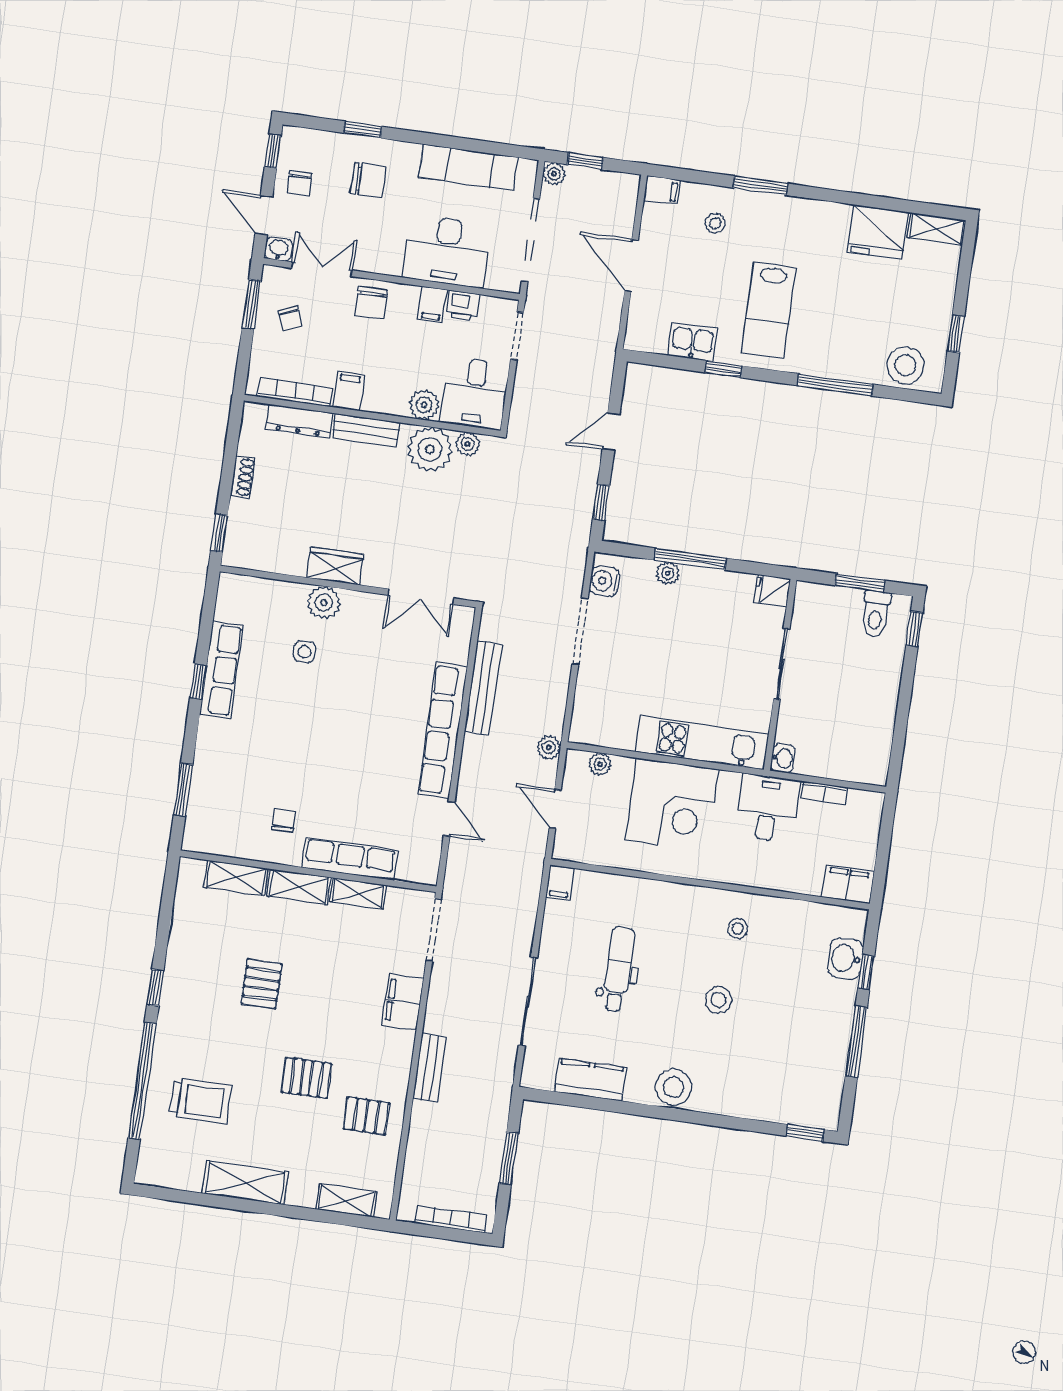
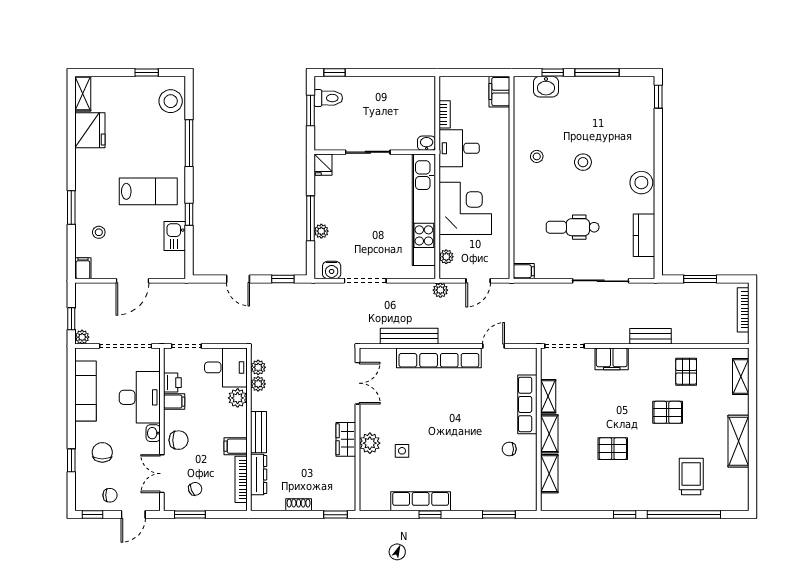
washbasin: (279, 249) -> (153, 433), moved
plant: (430, 449) -> (258, 384), width x0.53, depth x0.53
kitchen unit: (702, 743) -> (424, 210), width x1.36
pallet: (306, 1078) -> (668, 412), turned 90

